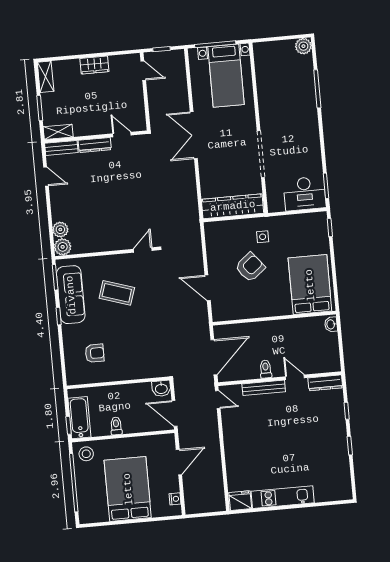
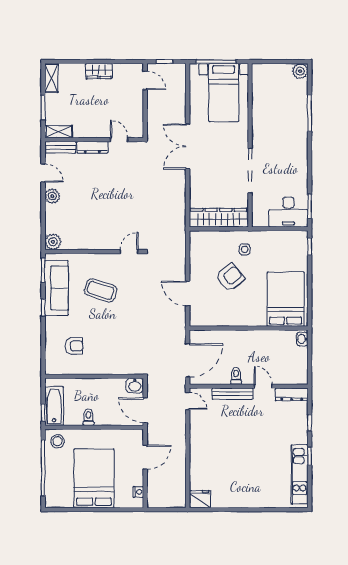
plant: (60, 230) -> (52, 196), moved
kitchen unit: (283, 497) -> (300, 474), moved, turned -90

